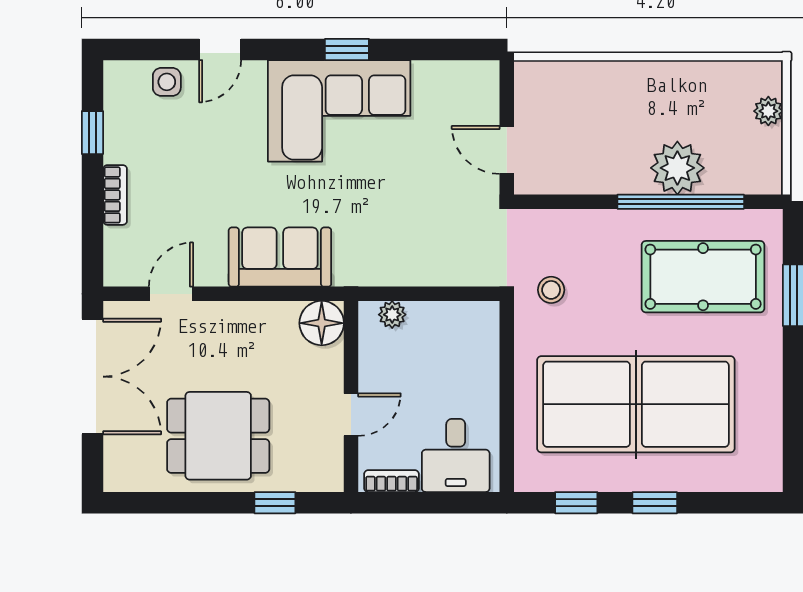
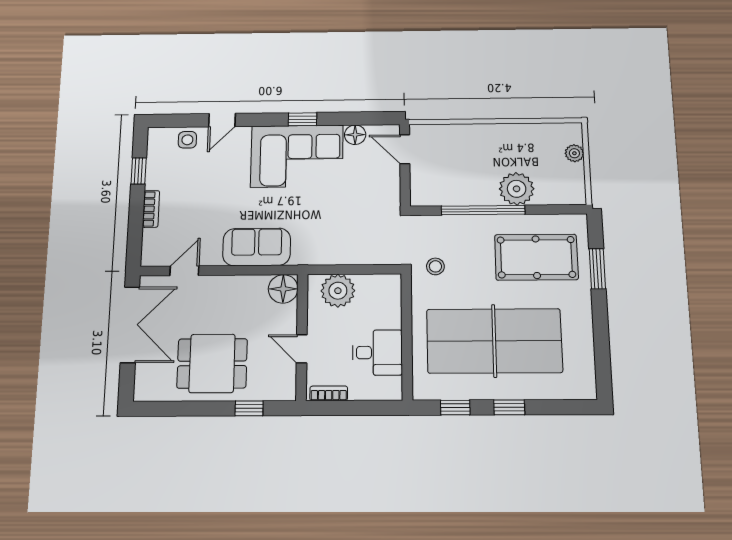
floor lamp: (430, 77) -> (355, 135), added
door: (507, 150) -> (405, 149), moved
window: (681, 202) -> (483, 210), moved
plant: (392, 315) -> (338, 291), width x1.88, depth x1.88
door: (351, 415) -> (302, 349), swing flipped
desk: (456, 455) -> (377, 352), moved, turned -90

